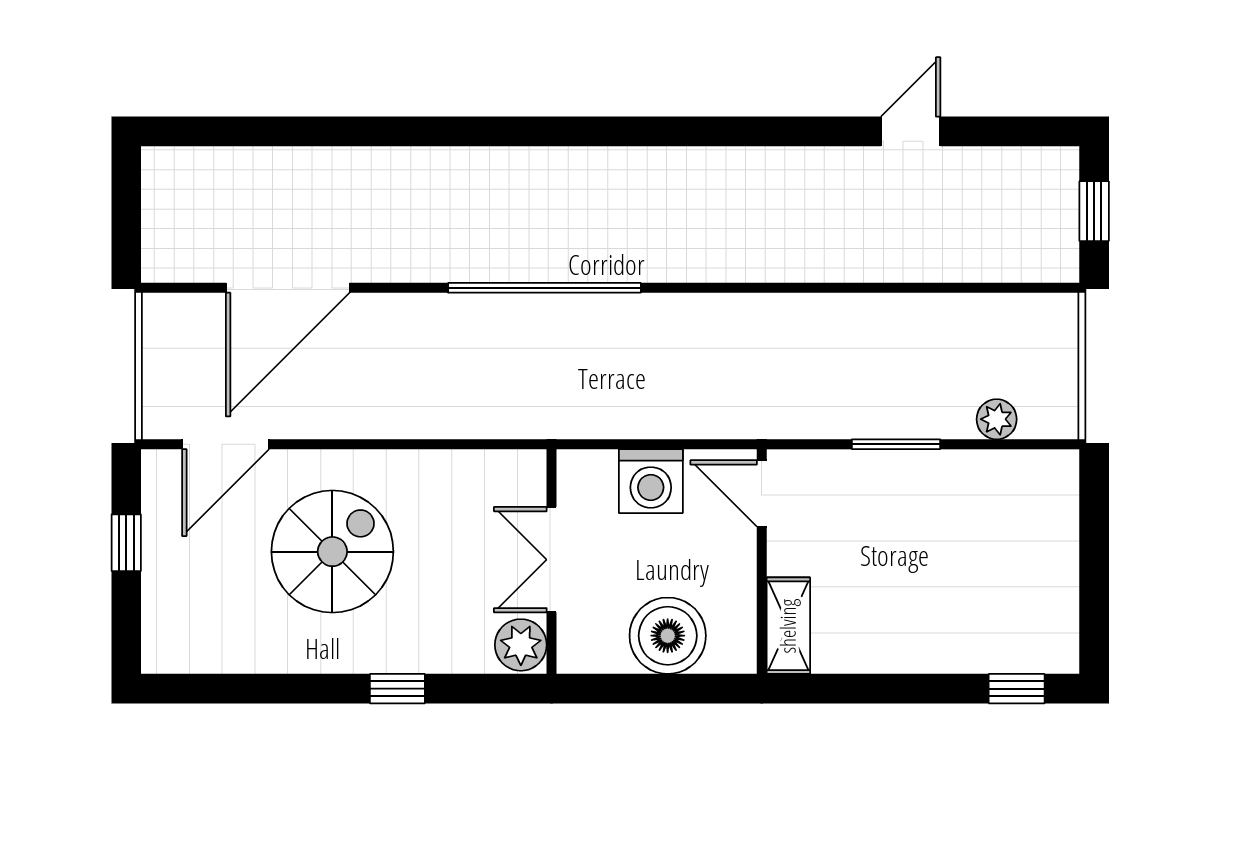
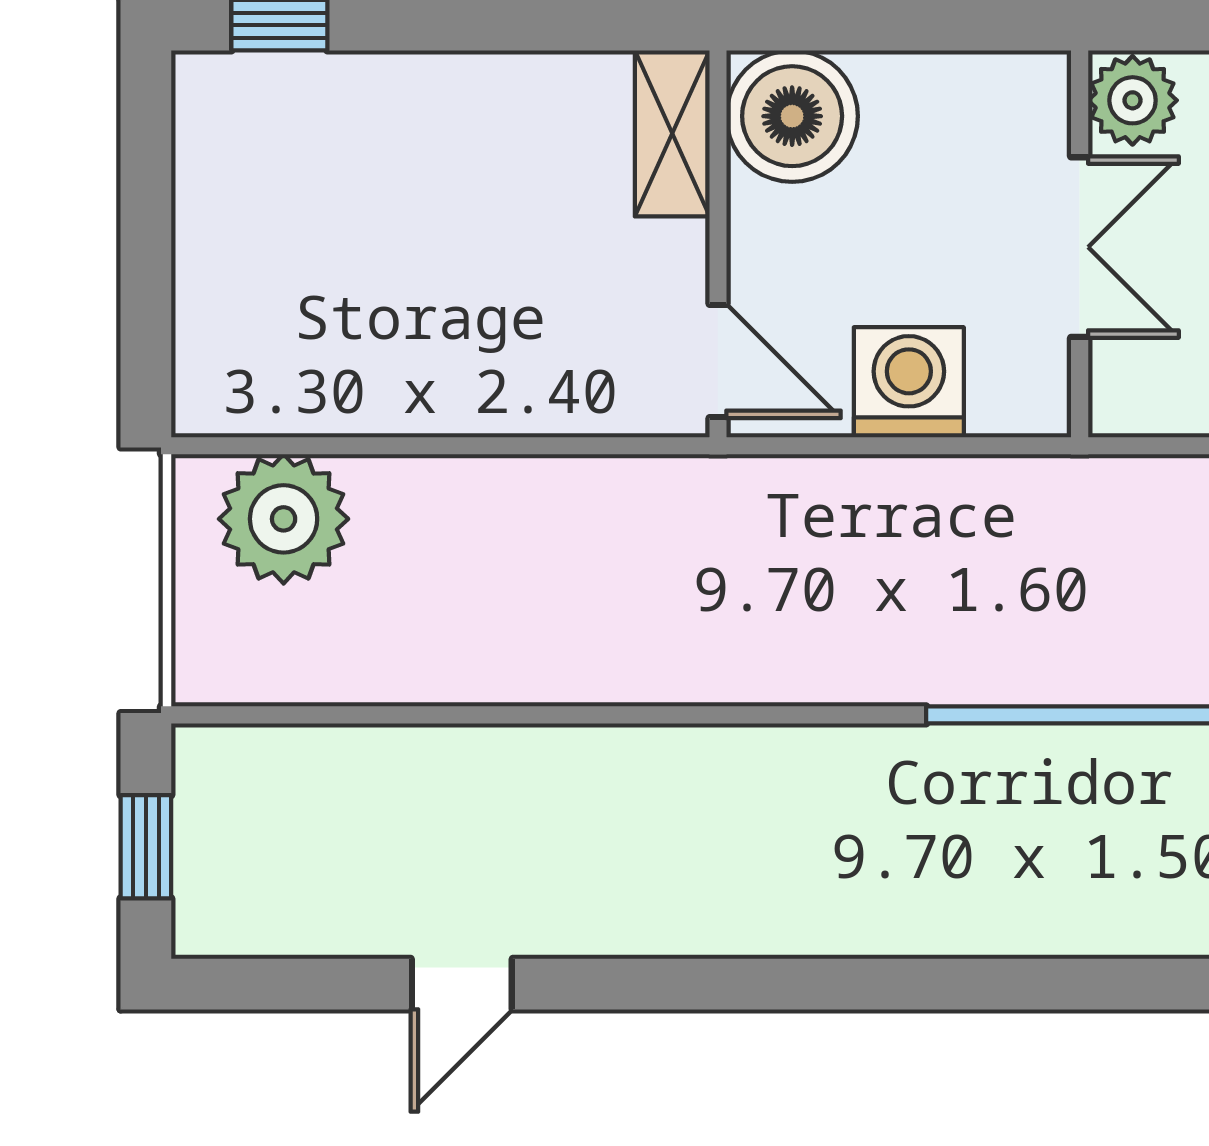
plant: (997, 419) -> (284, 519), width x1.87, depth x1.87
window: (896, 444) -> (487, 446), removed
boiler: (668, 636) -> (792, 116), moved

